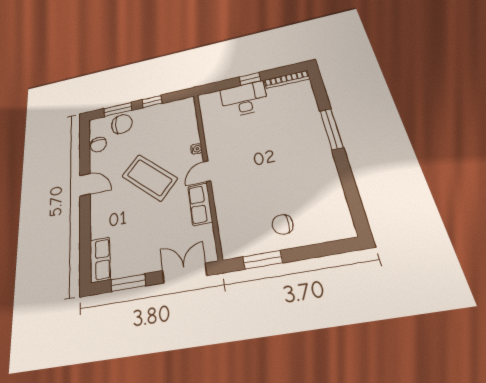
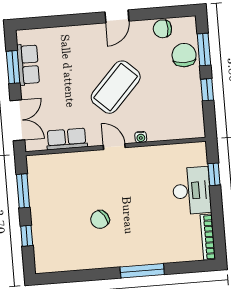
window: (250, 79) -> (214, 174), moved
chair: (122, 124) -> (184, 55), turned 180
row of seats: (200, 204) -> (67, 139), moved
chair: (283, 224) -> (100, 219), moved, turned -123
window: (314, 251) -> (27, 236), added
row of seats: (100, 260) -> (28, 65), moved, turned -90

